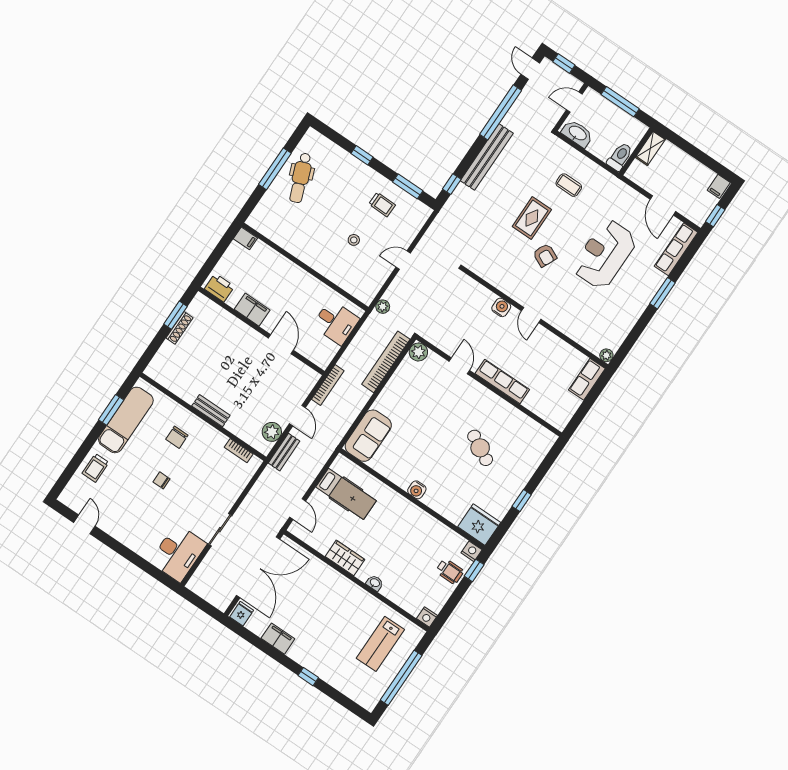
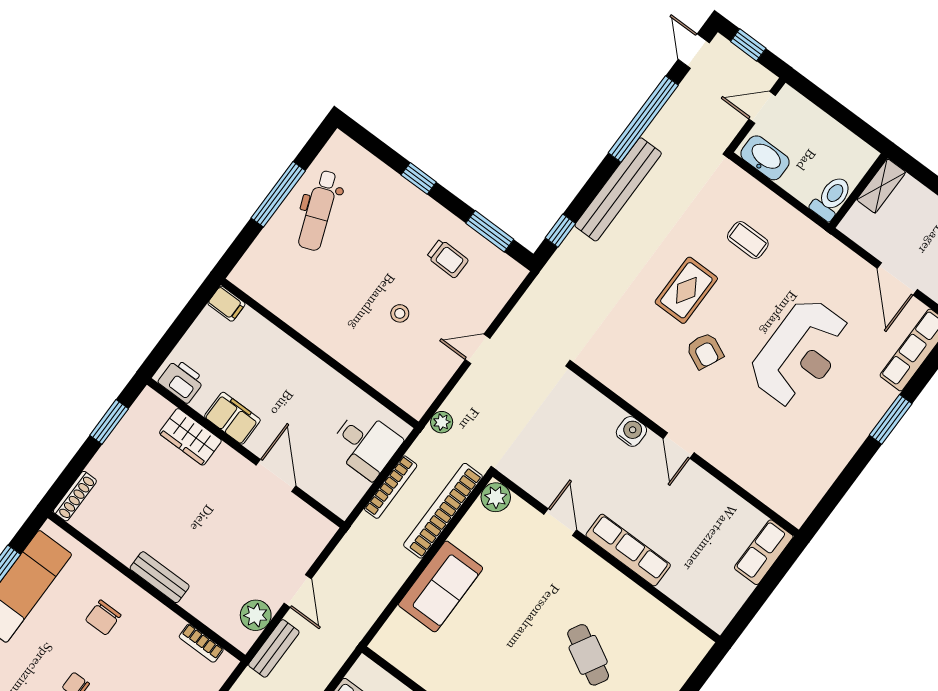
window: (620, 102) -> (836, 110), removed
reception desk: (605, 254) -> (800, 353), turned 180
wardrobe: (226, 322) -> (190, 437), added
shoe rack: (179, 328) -> (75, 496), moved
plant: (606, 355) -> (797, 515), removed
bookcase: (328, 385) -> (391, 487), moved
sofa: (368, 436) -> (441, 586), moved

